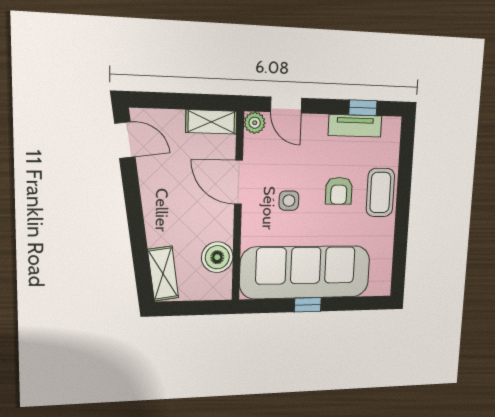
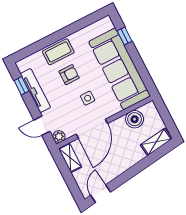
door: (286, 105) -> (42, 126), swing flipped
tv unit: (355, 126) -> (35, 91), width x1.41
door: (239, 182) -> (92, 129), width x1.36
window: (308, 305) -> (125, 36), moved

